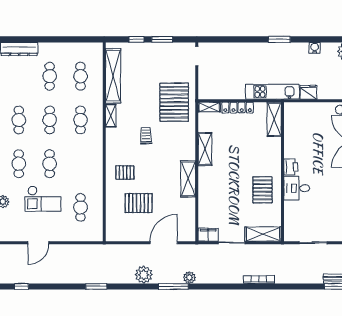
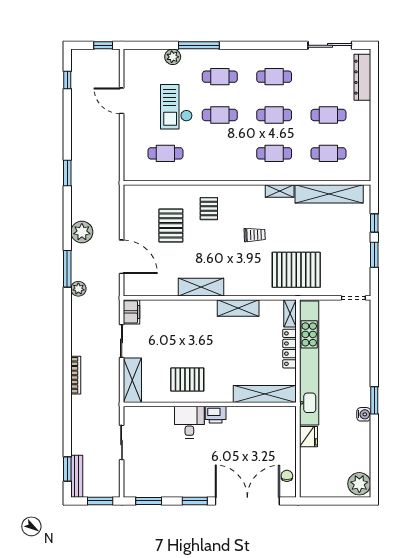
water cooler: (315, 48) -> (364, 414), moved
kitchen unit: (272, 92) -> (309, 363), width x1.86
shelving: (274, 119) -> (265, 394), width x1.47

